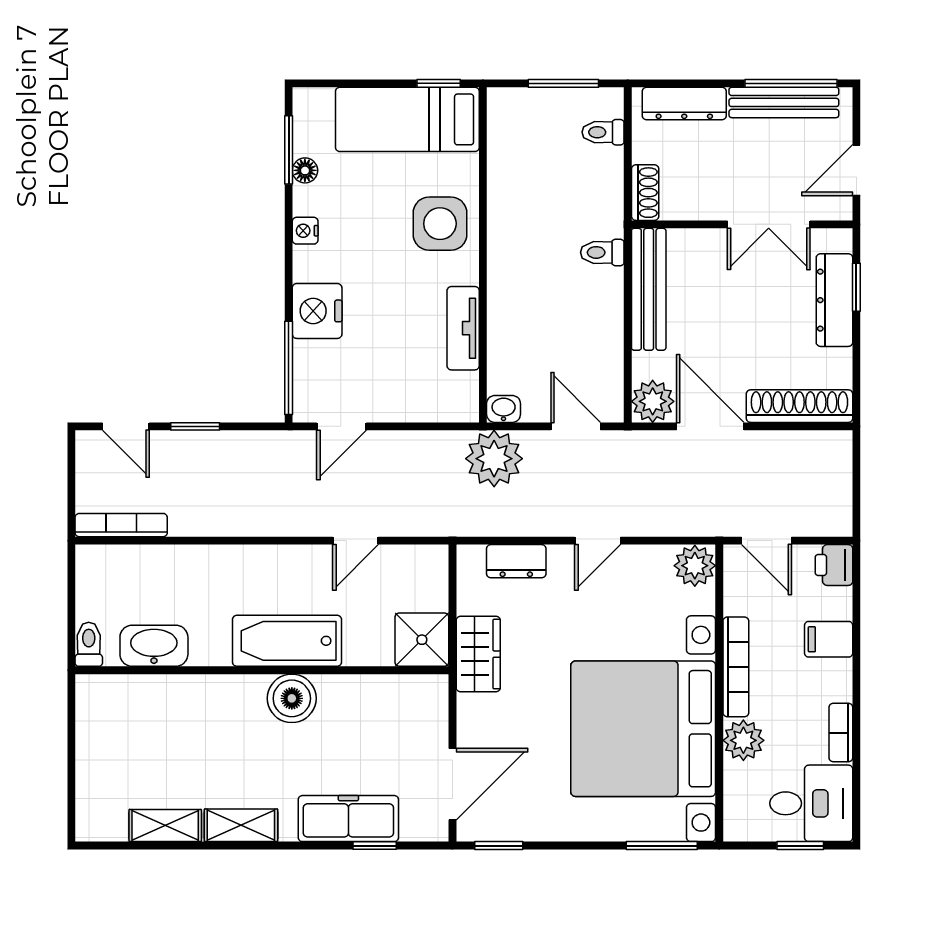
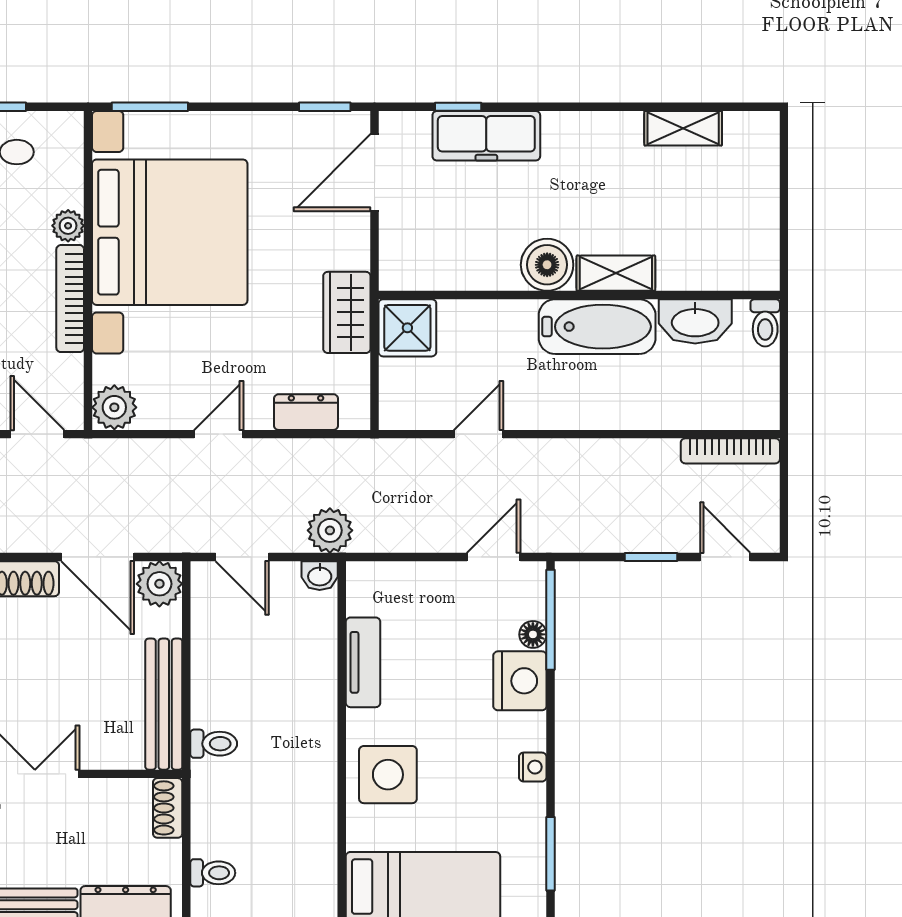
floor lamp: (305, 170) -> (533, 634), moved
plant: (494, 459) -> (330, 530), width x0.73, depth x0.73
bathtub: (287, 641) -> (597, 327), moved
plant: (743, 740) -> (68, 226), width x0.73, depth x0.73
shelving: (241, 825) -> (616, 273), moved

